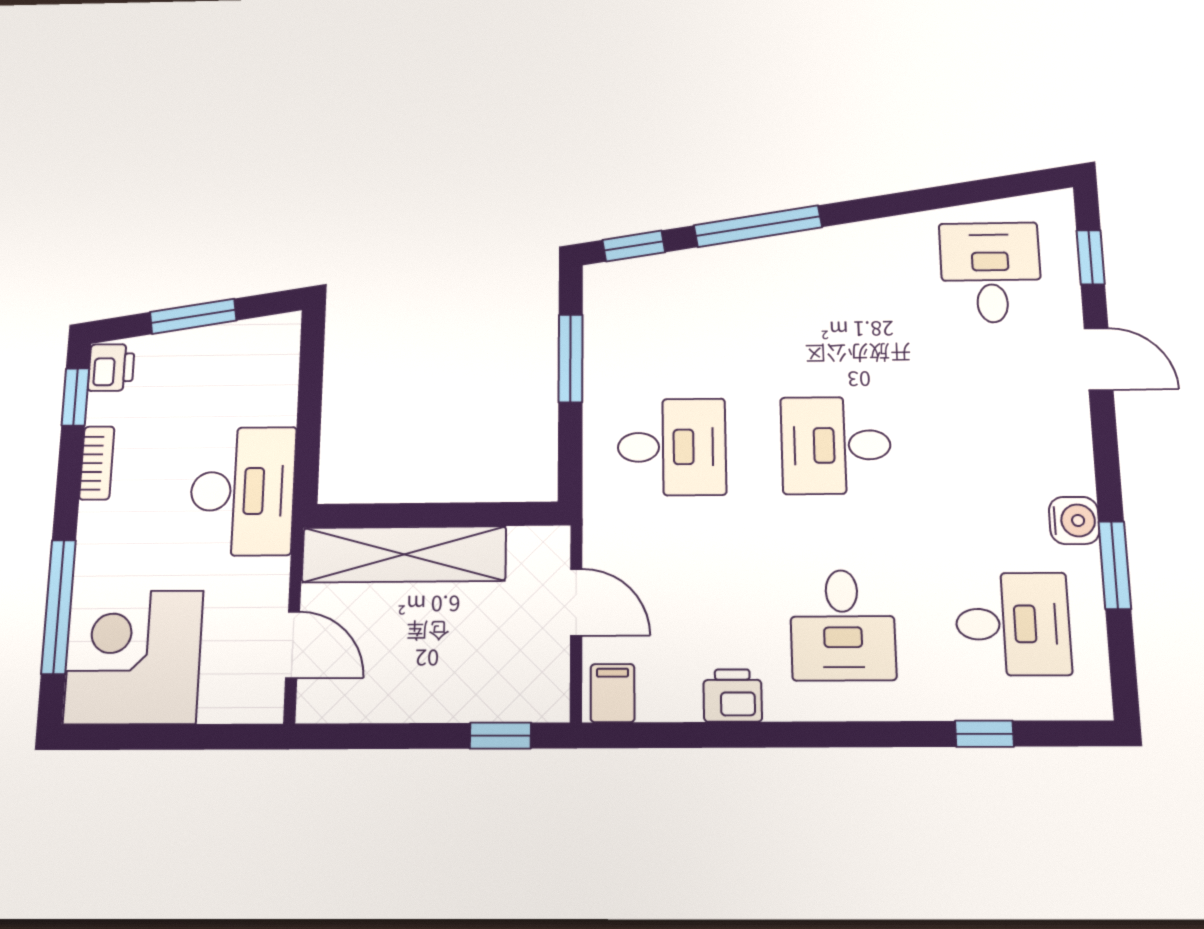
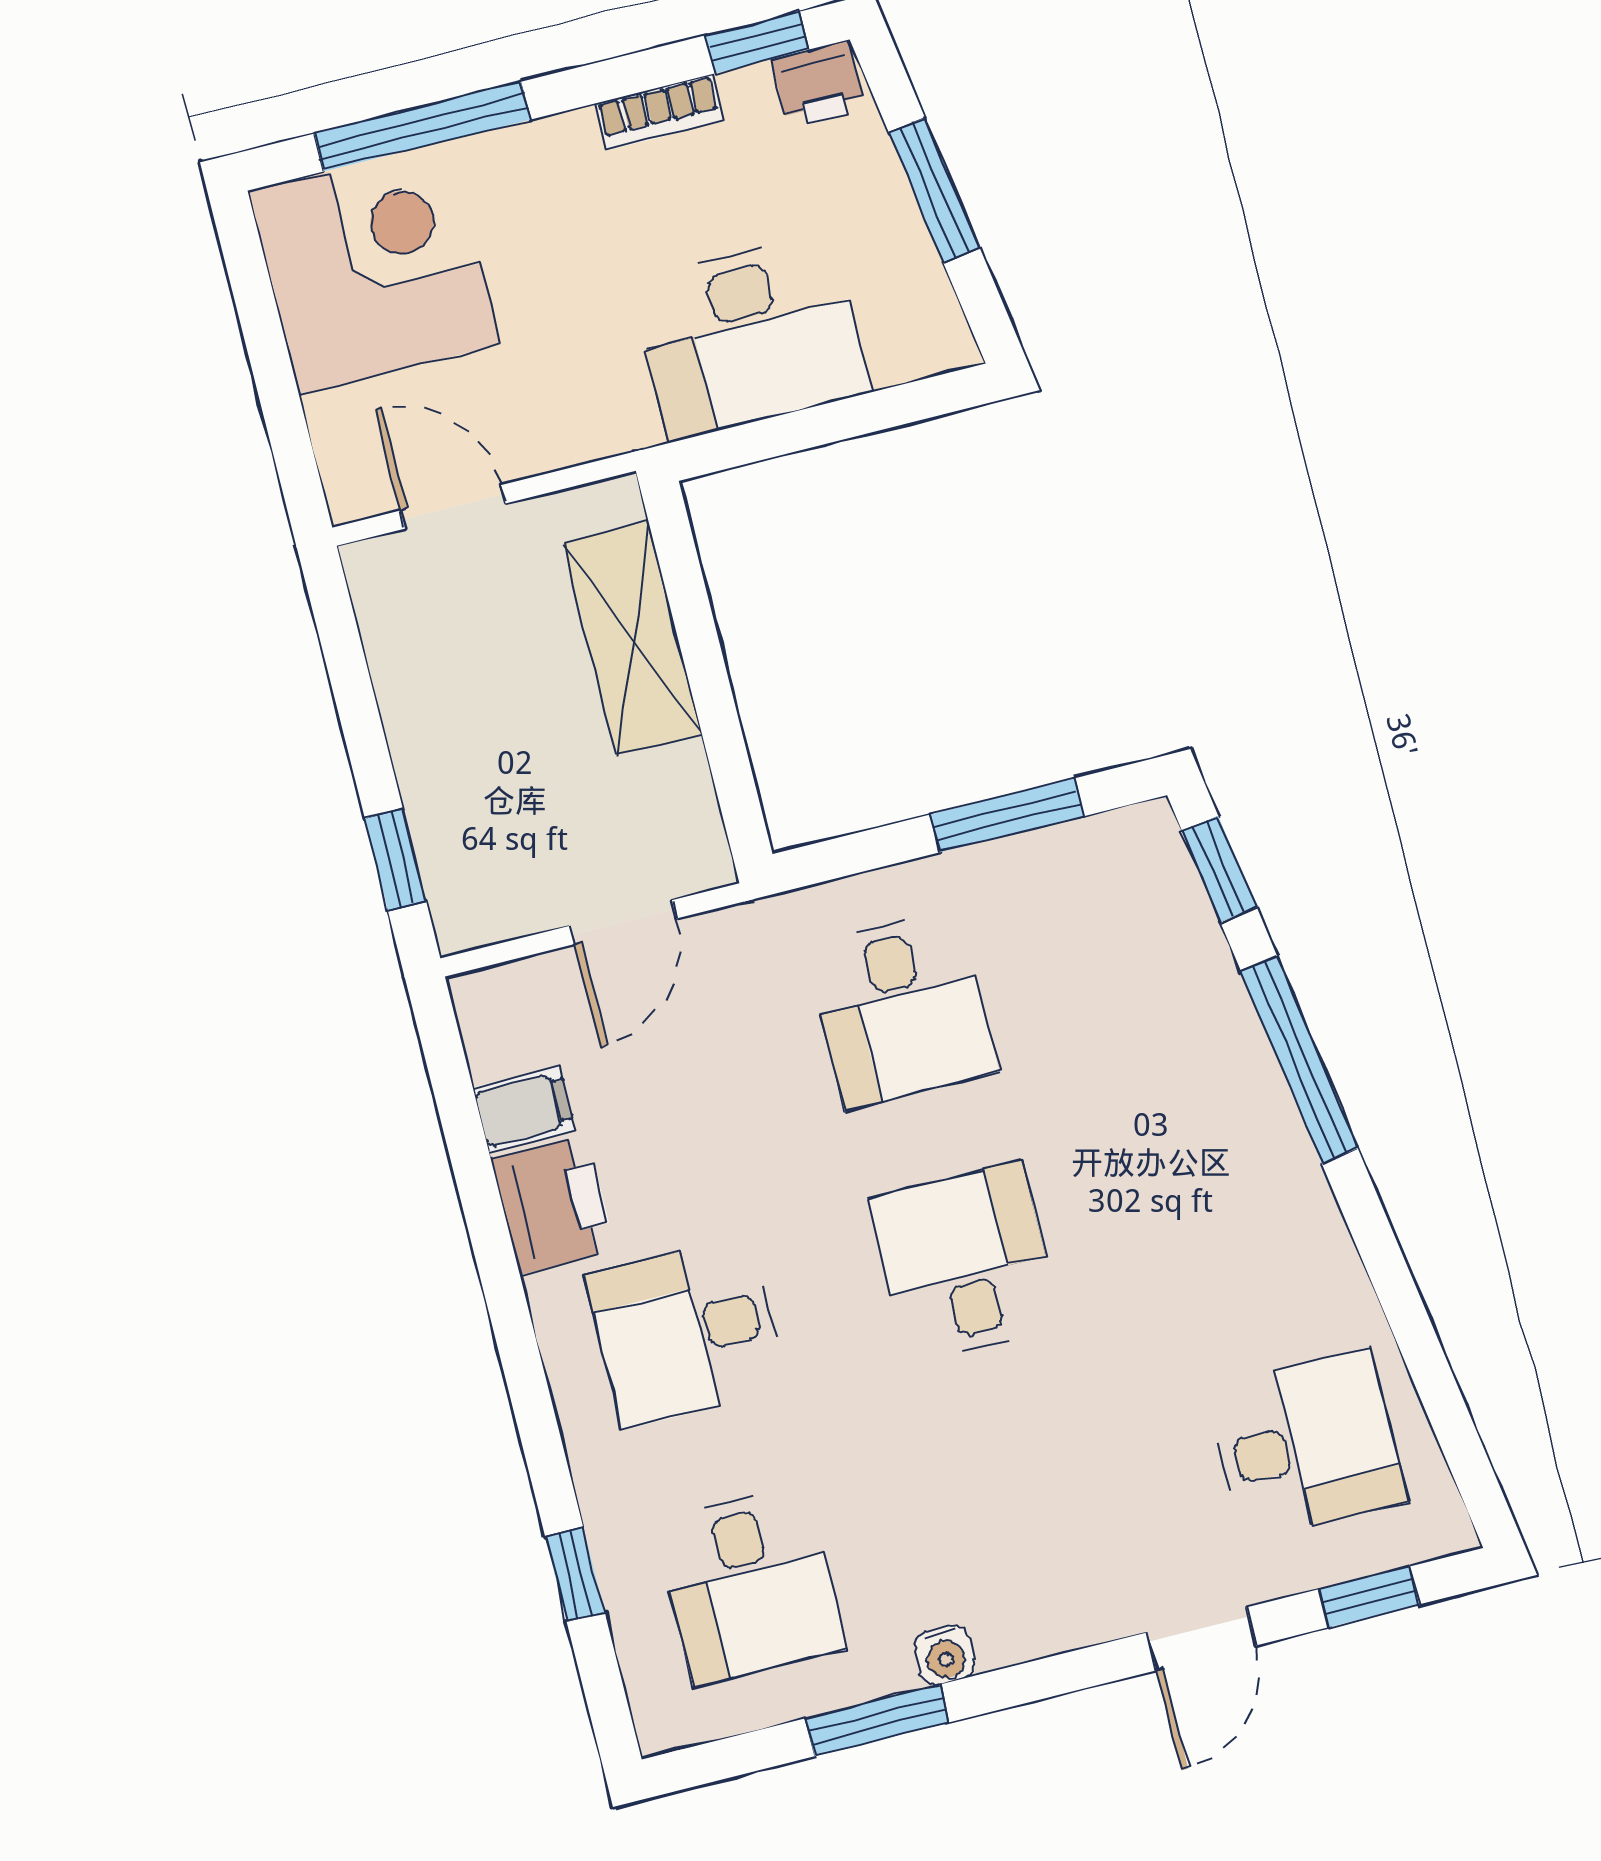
desk: (243, 491) -> (751, 337), moved
water cooler: (1074, 520) -> (945, 1655), width x0.72, depth x0.72
shelving: (404, 554) -> (633, 638), width x0.68
door: (293, 645) -> (453, 507), swing flipped
filing cabinet: (613, 693) -> (524, 1109), moved
printer: (733, 696) -> (553, 1205), width x1.36, depth x1.24

